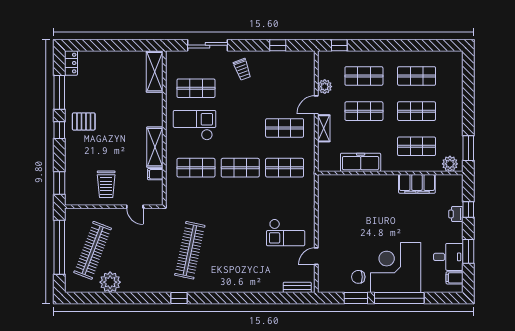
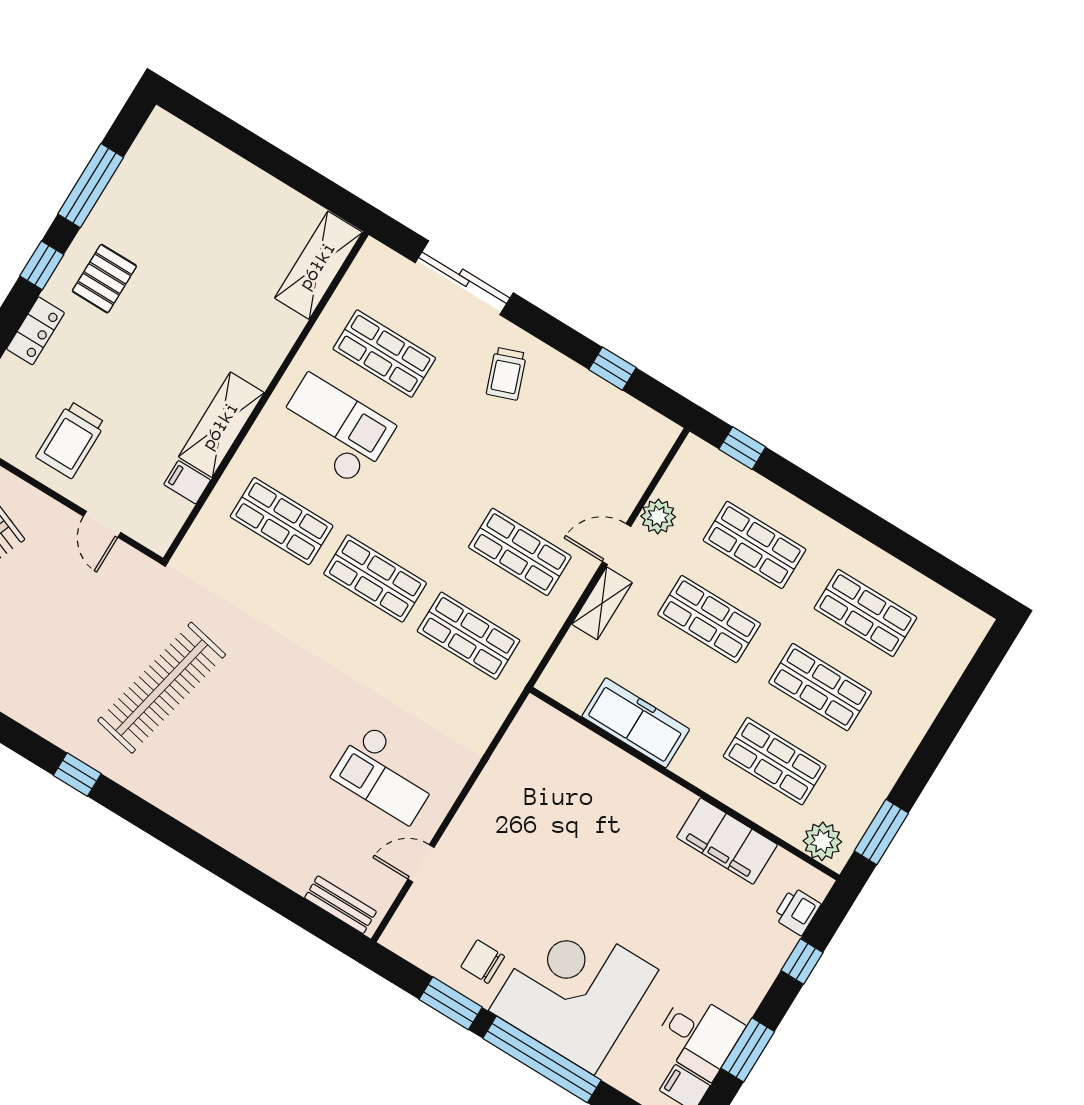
locker: (71, 63) -> (36, 331), moved
pallet: (84, 121) -> (104, 279), turned 90
printer: (456, 214) -> (797, 911), moved

